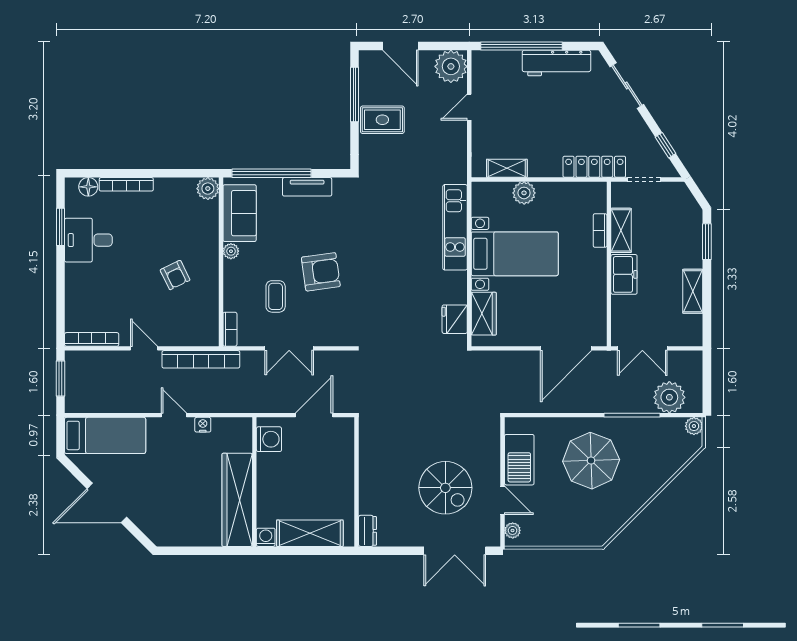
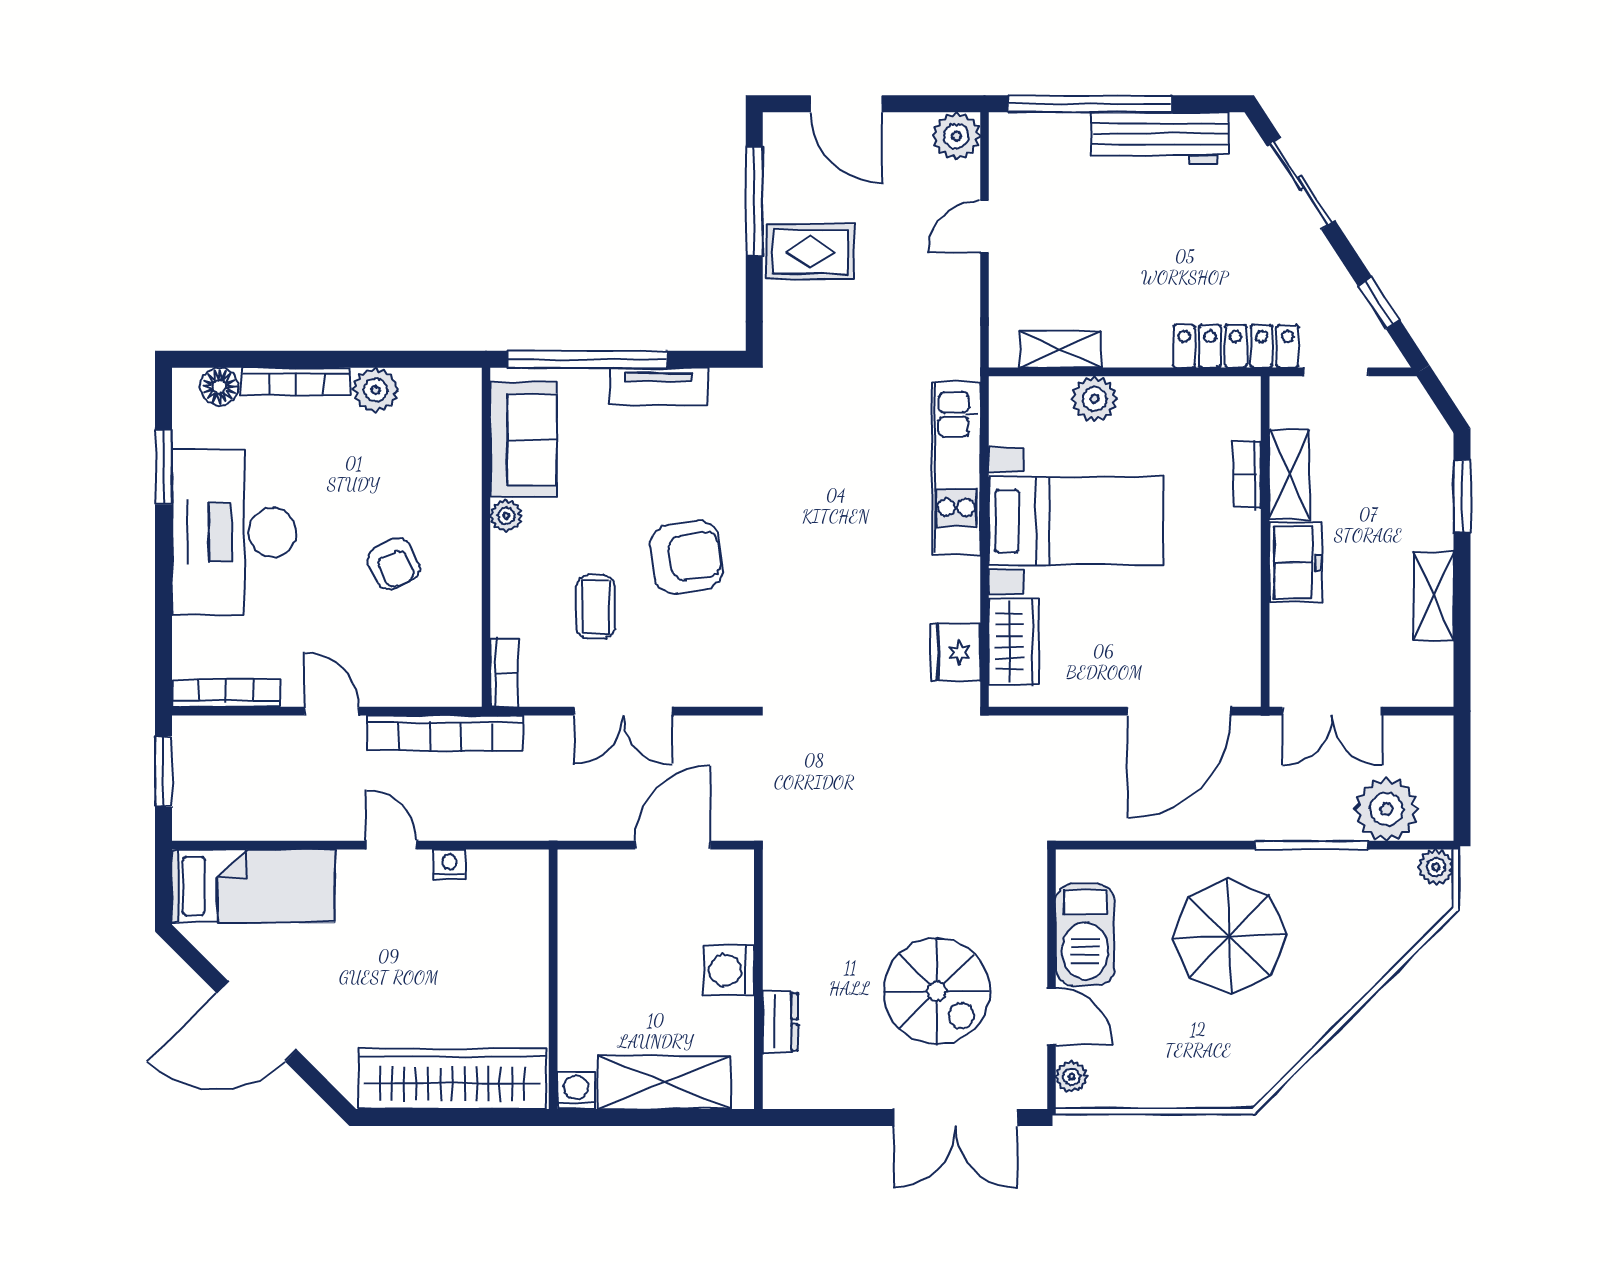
plant: (451, 66) -> (956, 136), width x0.73, depth x0.73
plant: (208, 189) -> (376, 390), moved
desk: (88, 240) -> (234, 532), width x1.87, depth x1.30
washing machine: (269, 439) -> (729, 970), moved, turned 180
wardrobe: (237, 500) -> (452, 1079), moved, turned 90
dresser: (367, 531) -> (780, 1022), moved

